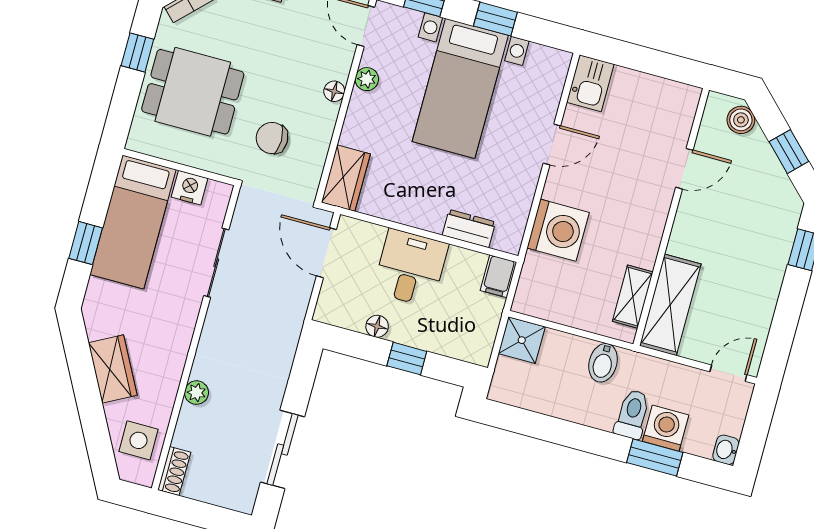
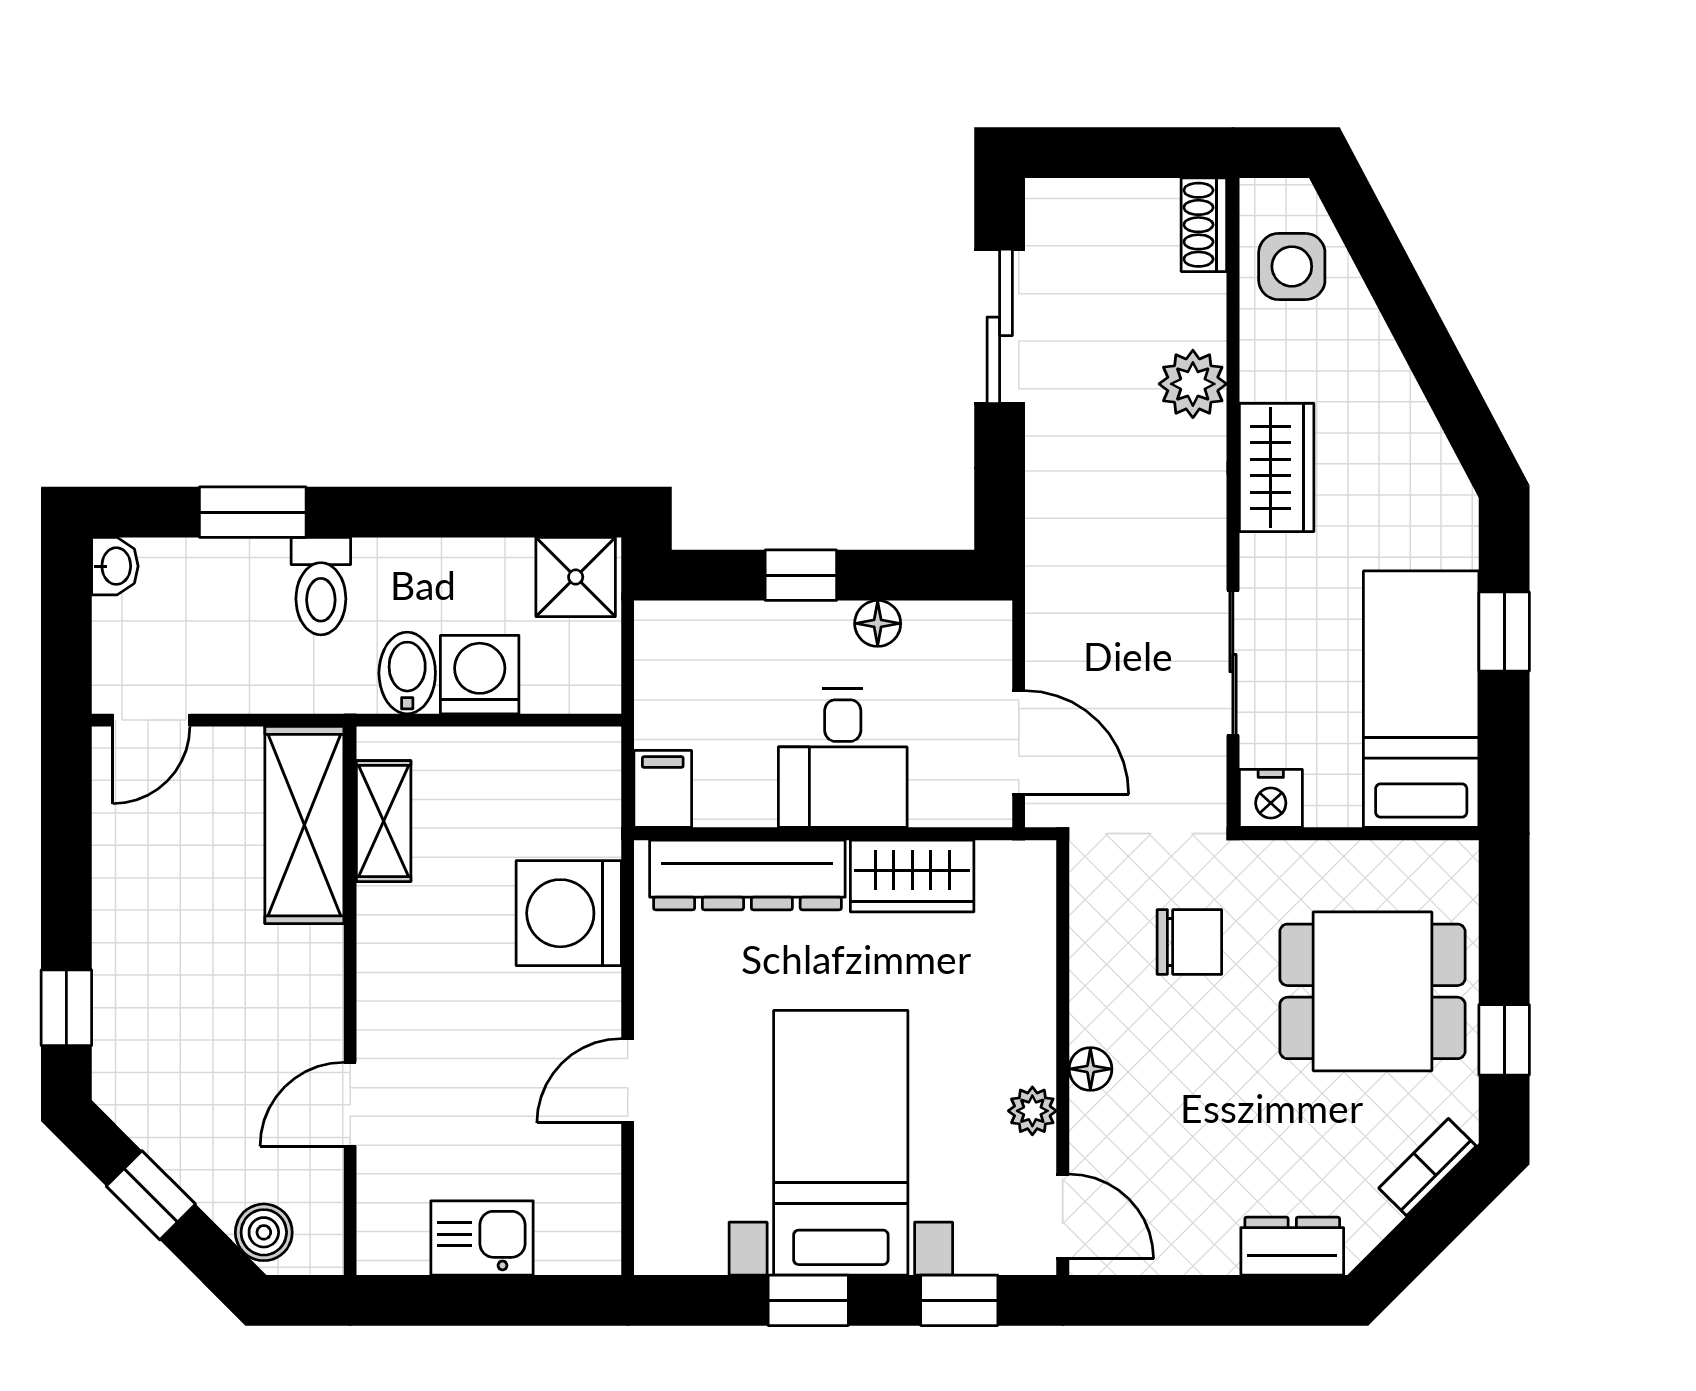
kitchen sink: (590, 83) -> (482, 1238), moved, turned 90
wardrobe: (346, 178) -> (912, 876), moved, turned -90
nightstand: (190, 188) -> (1271, 798), moved
dresser: (469, 229) -> (747, 875), width x1.96, depth x1.24
shower: (522, 340) -> (576, 577), moved
wardrobe: (113, 369) -> (1277, 468), moved, turned -152
plant: (196, 393) -> (1193, 384), width x1.38, depth x1.38
washing machine: (666, 428) -> (480, 675), moved, turned 180

